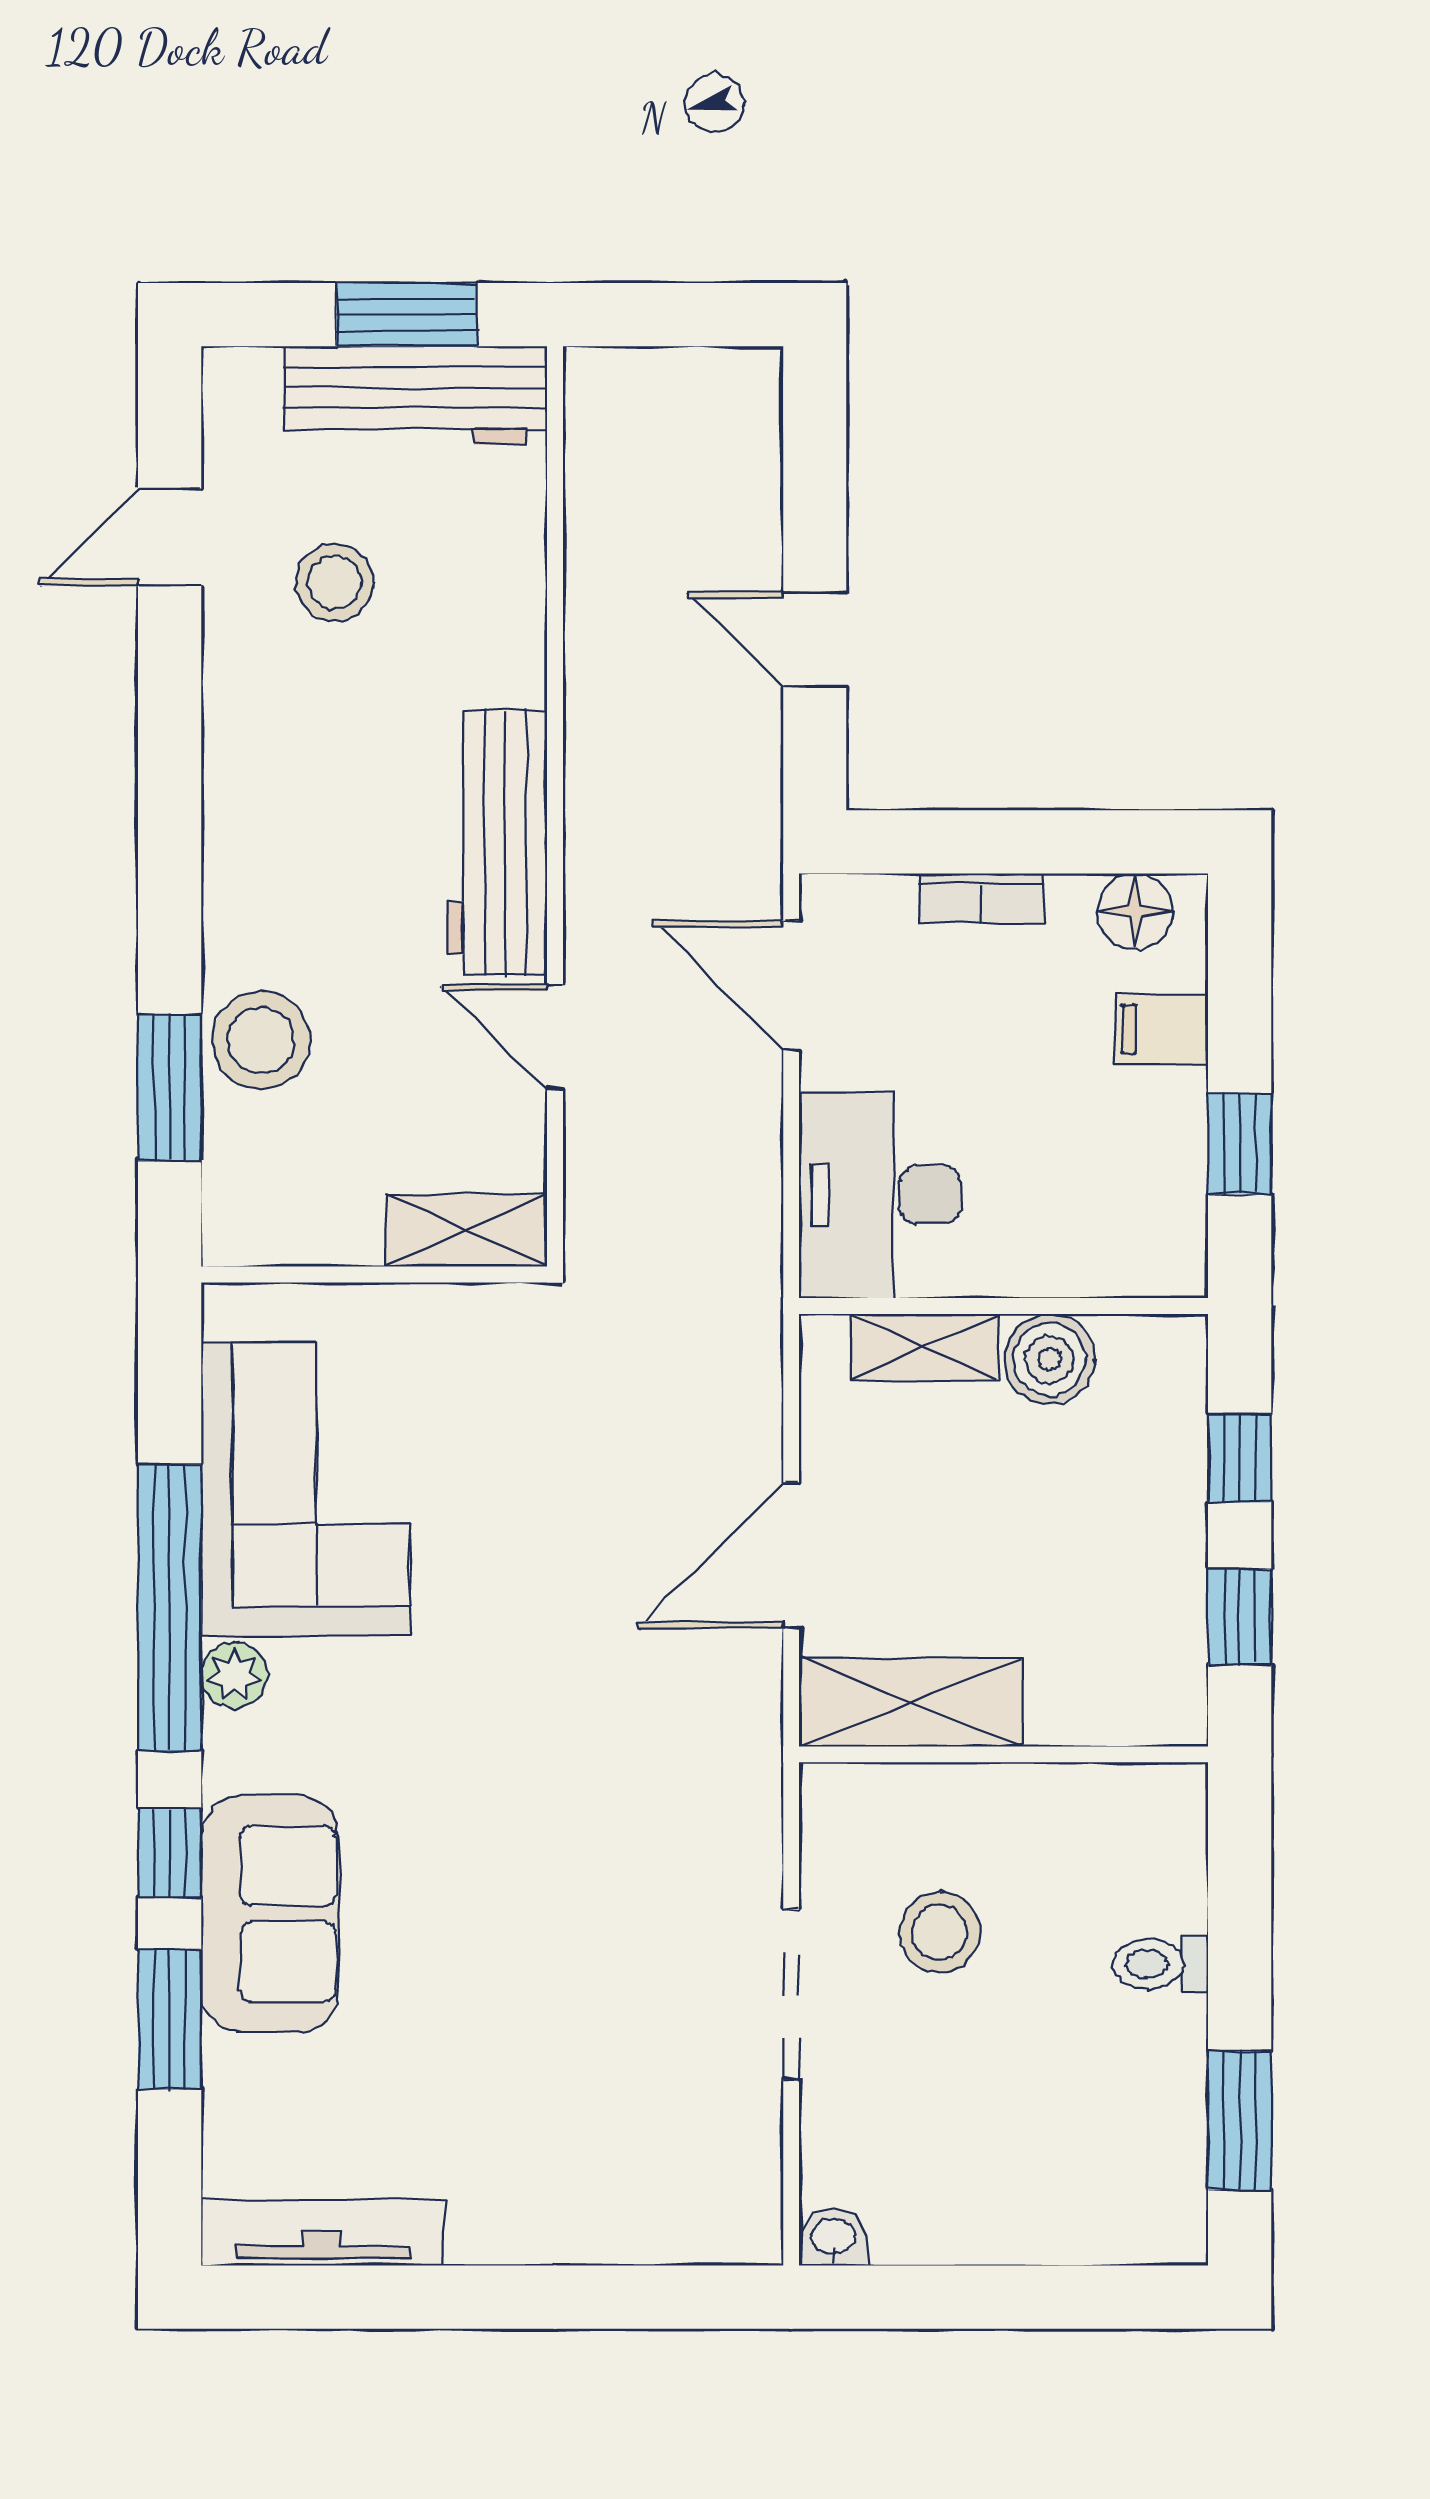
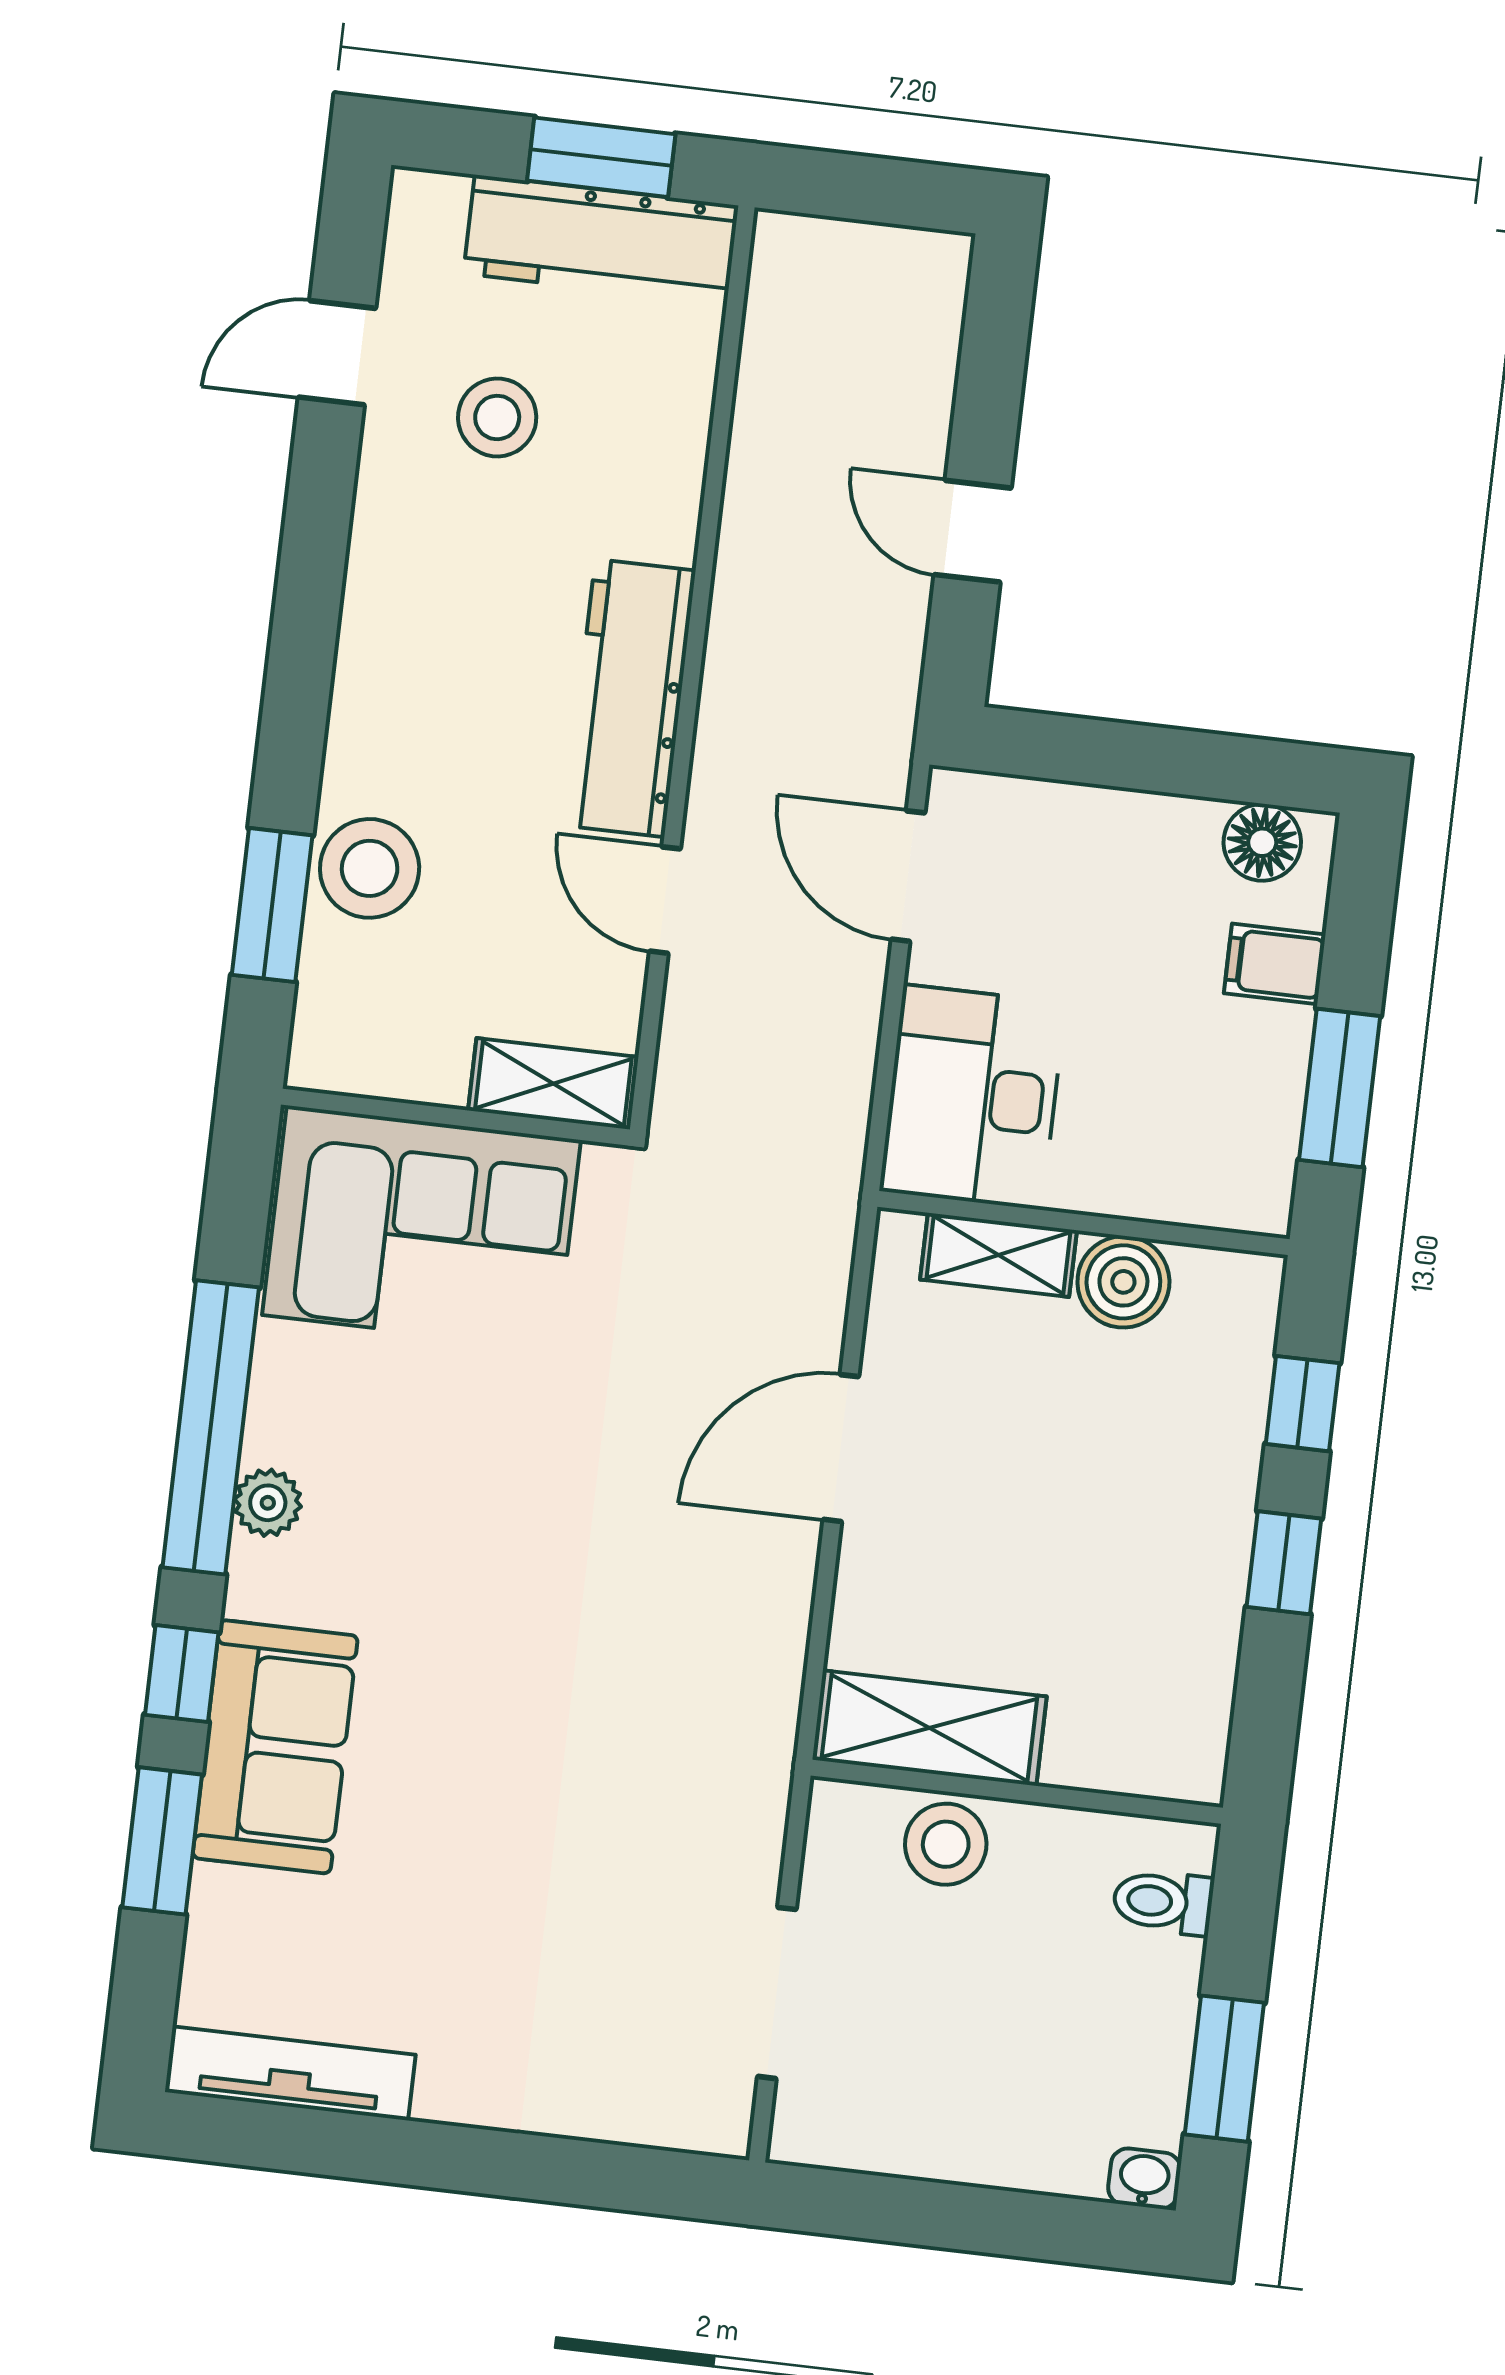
bookcase: (981, 898) -> (1109, 811), removed
window: (1240, 1144) -> (1340, 1088), width x1.50
corner sofa: (306, 1489) -> (422, 1227), moved, turned 90
shelving: (910, 1702) -> (929, 1728), moved
wall: (1004, 1754) -> (1017, 1792), moved
doorway: (791, 1995) -> (777, 1993), moved
washbasin: (834, 2238) -> (1144, 2179), moved

